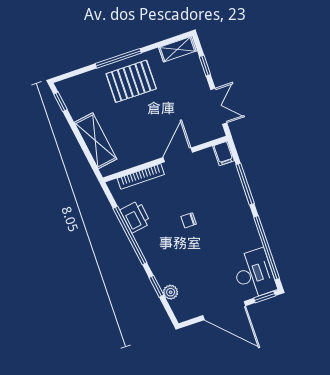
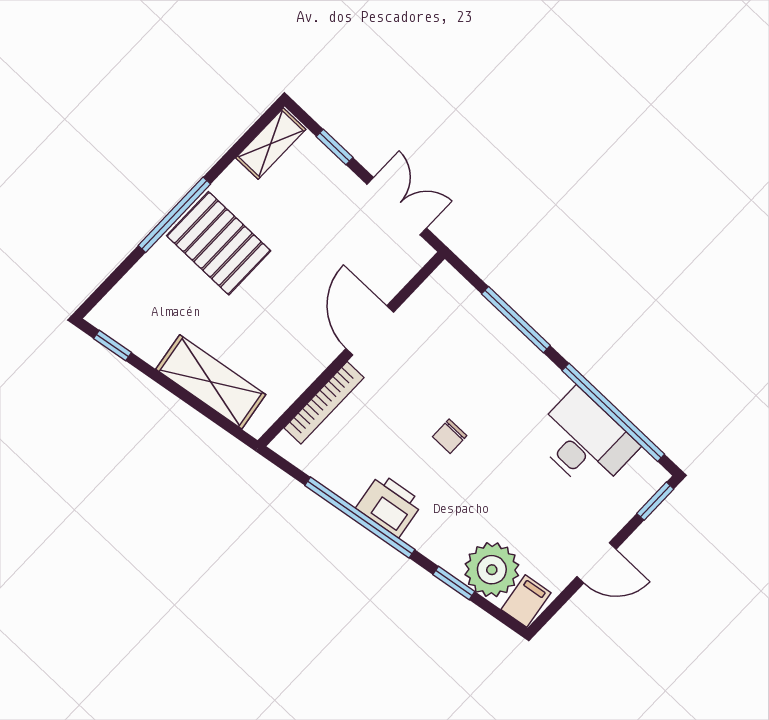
pallet: (131, 81) -> (219, 243), turned 90
filing cabinet: (224, 153) -> (526, 601), moved, turned -99
printer: (135, 217) -> (389, 505), moved
desk: (254, 274) -> (585, 441), moved
plant: (171, 292) -> (492, 570), width x1.87, depth x1.87
door: (224, 311) -> (597, 563), width x0.53

